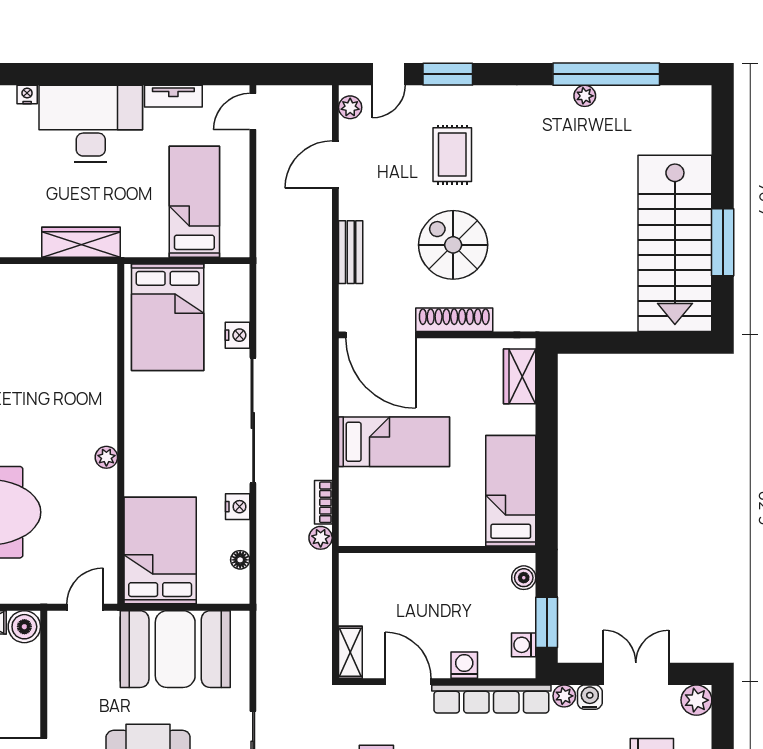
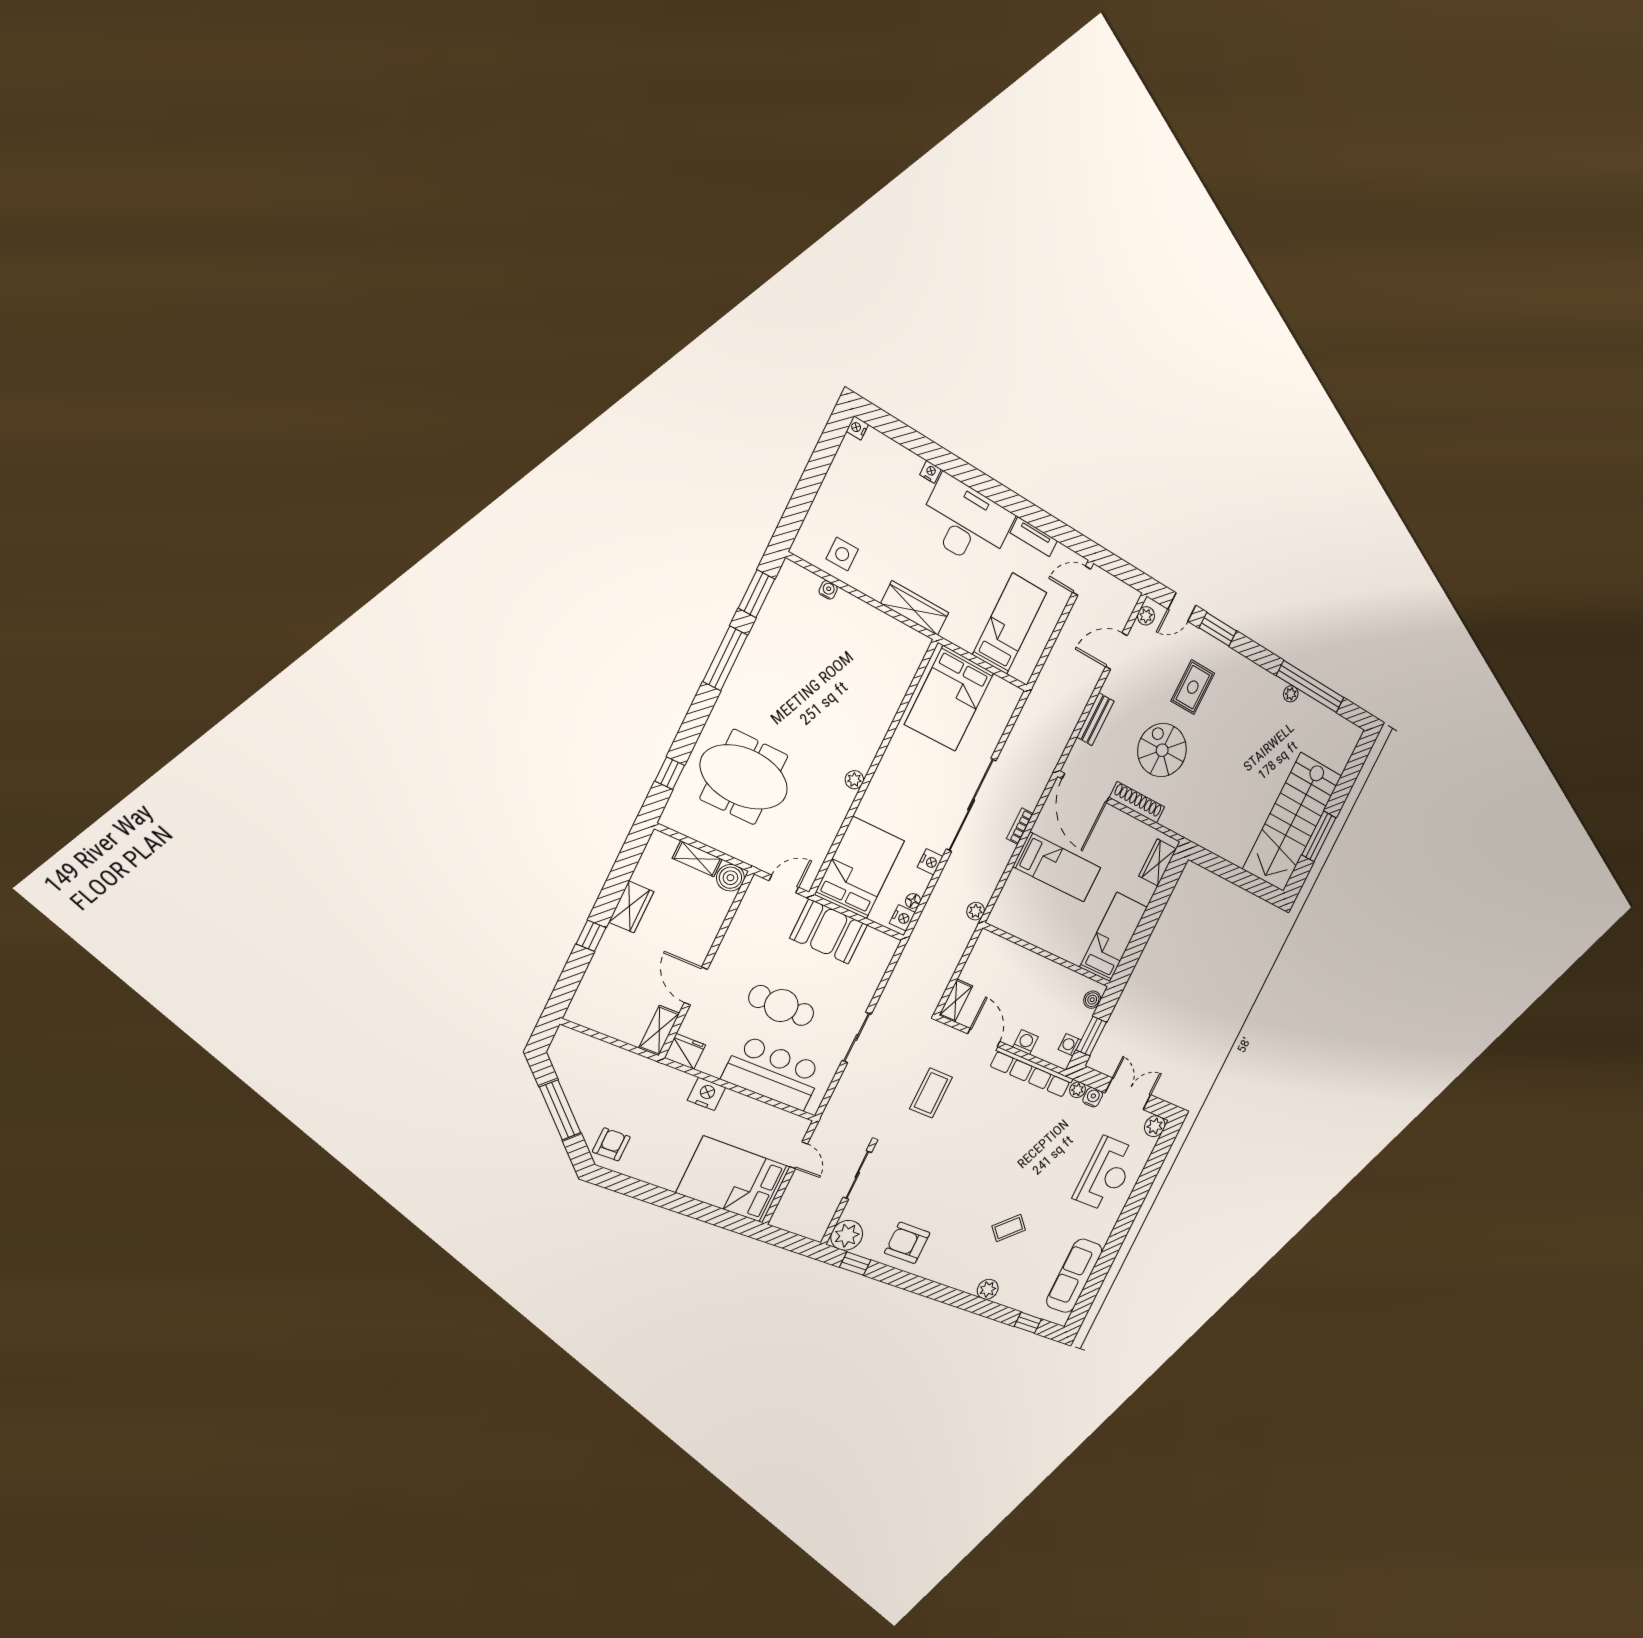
nightstand: (237, 335) -> (902, 918), moved
bookcase: (323, 502) -> (1020, 826), moved
booth: (175, 649) -> (829, 932), width x0.73, depth x0.70

